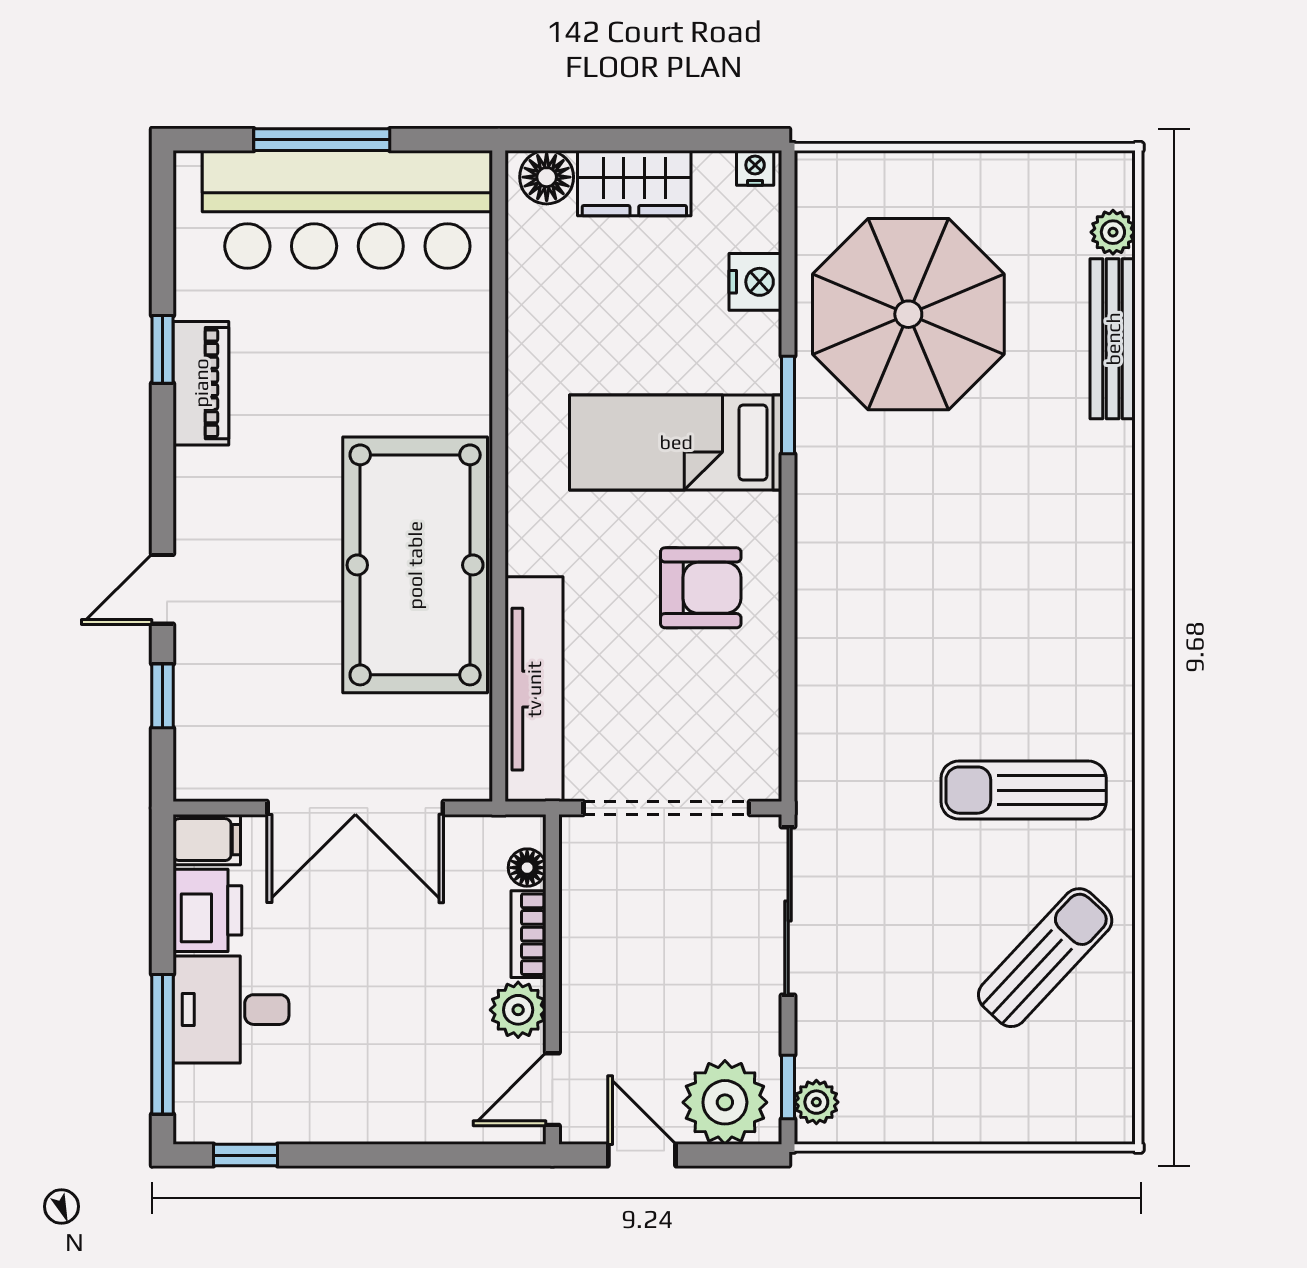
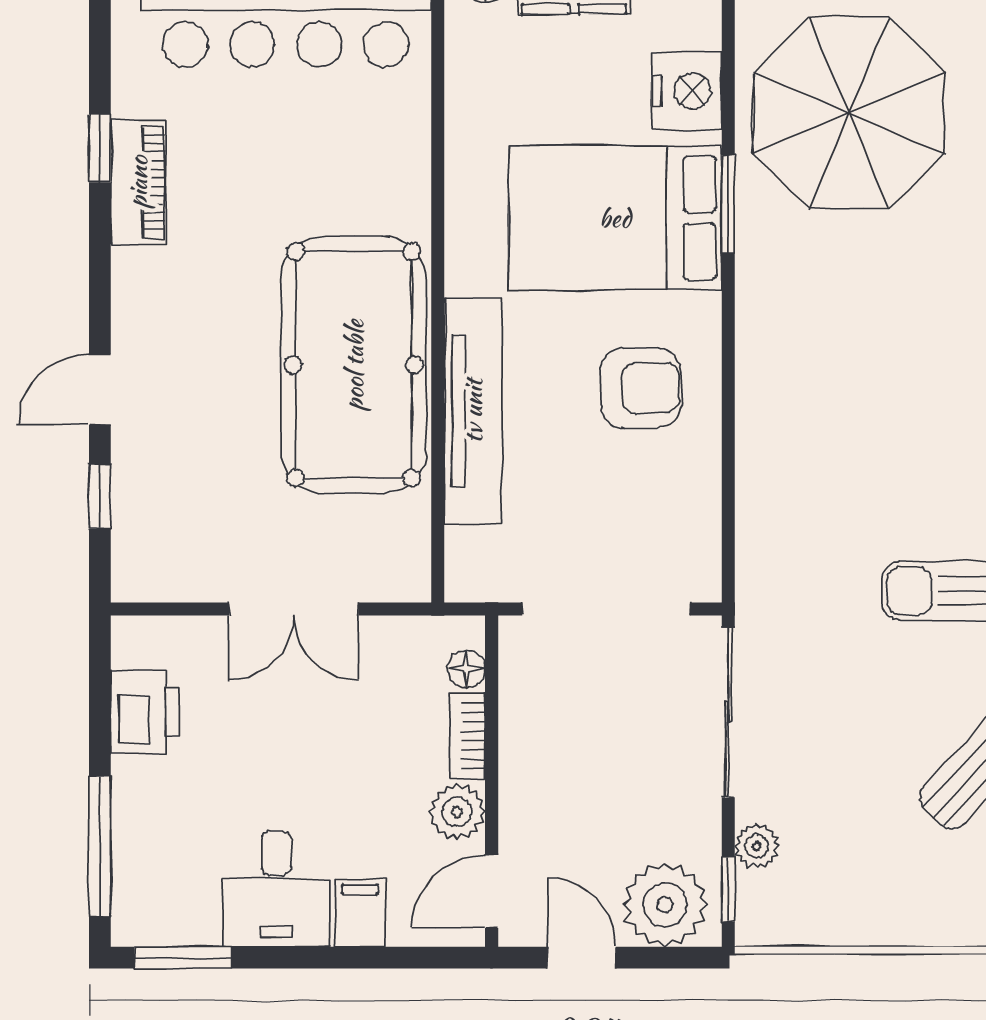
nightstand: (755, 282) -> (687, 91), width x1.36, depth x1.33
bed: (676, 442) -> (615, 218), width x1.50
tv unit: (534, 689) -> (473, 411), moved
double door: (355, 808) -> (294, 609), width x0.73
filing cabinet: (207, 840) -> (360, 913), moved, turned -90
desk: (231, 1010) -> (276, 889), moved, turned -90
plant: (816, 1102) -> (757, 846), moved
window: (245, 1155) -> (183, 958), width x1.50

